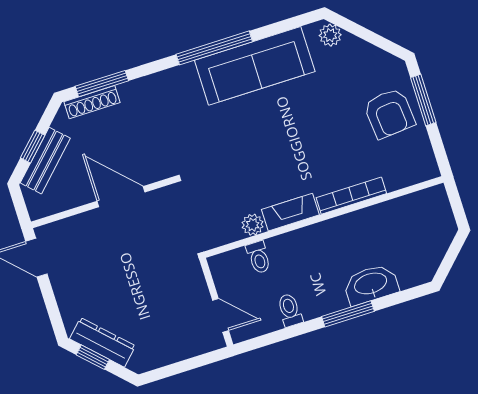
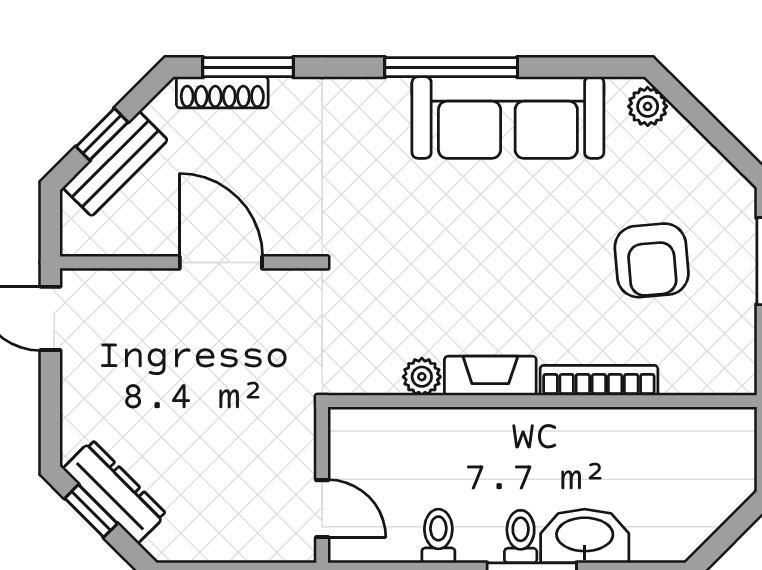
armchair: (389, 113) -> (652, 260), moved
toilet: (259, 257) -> (521, 537), moved, turned 180

